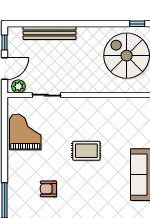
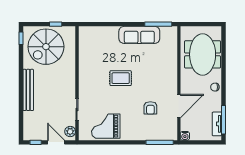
bench: (49, 33) -> (28, 90), moved
rug: (86, 151) -> (121, 78), turned 90

